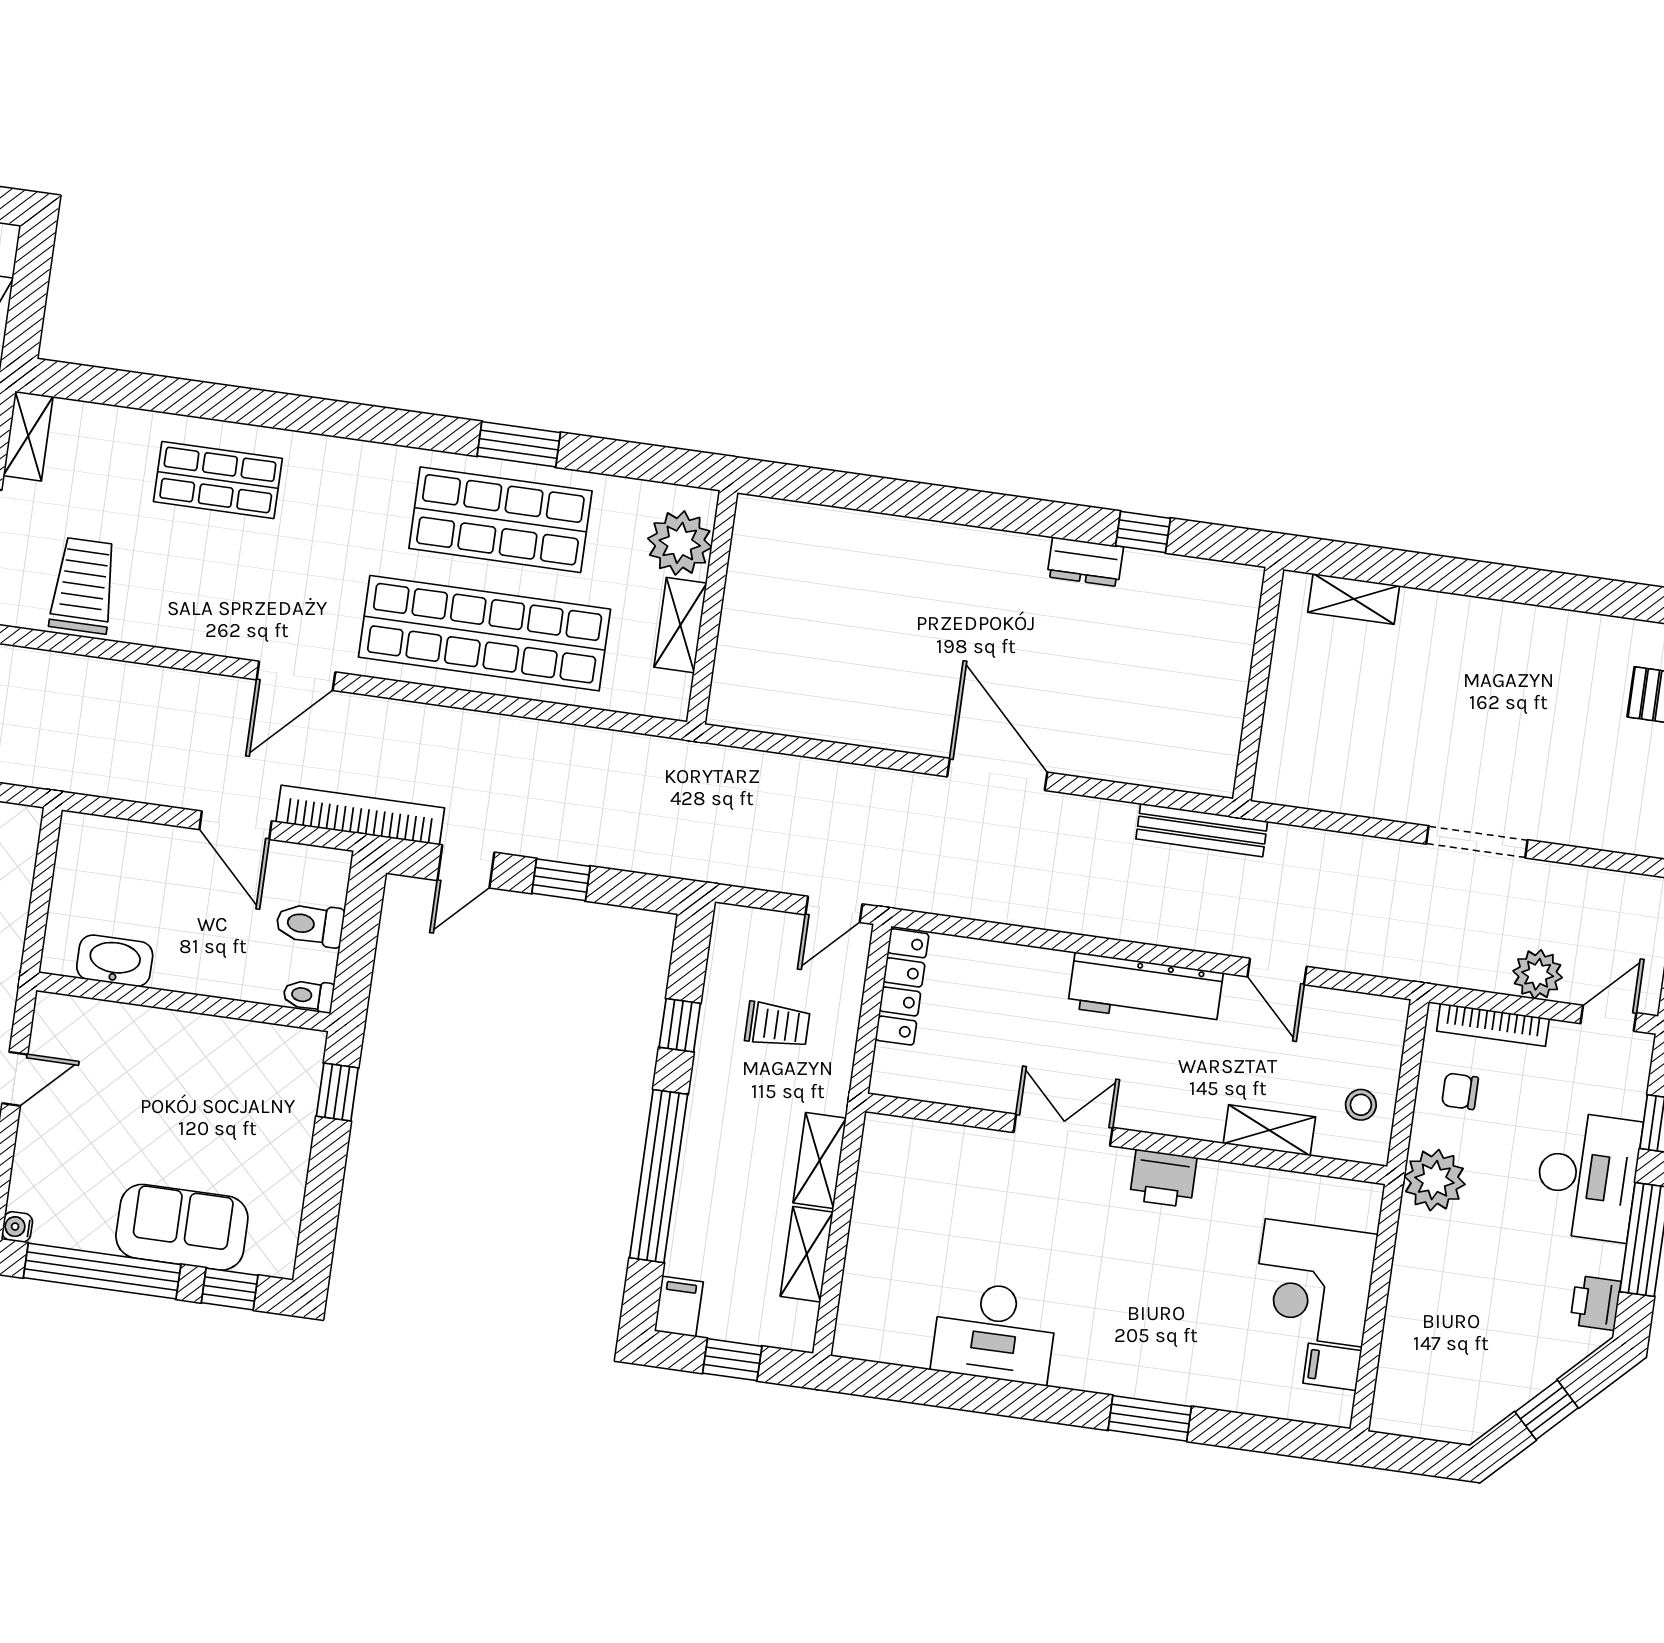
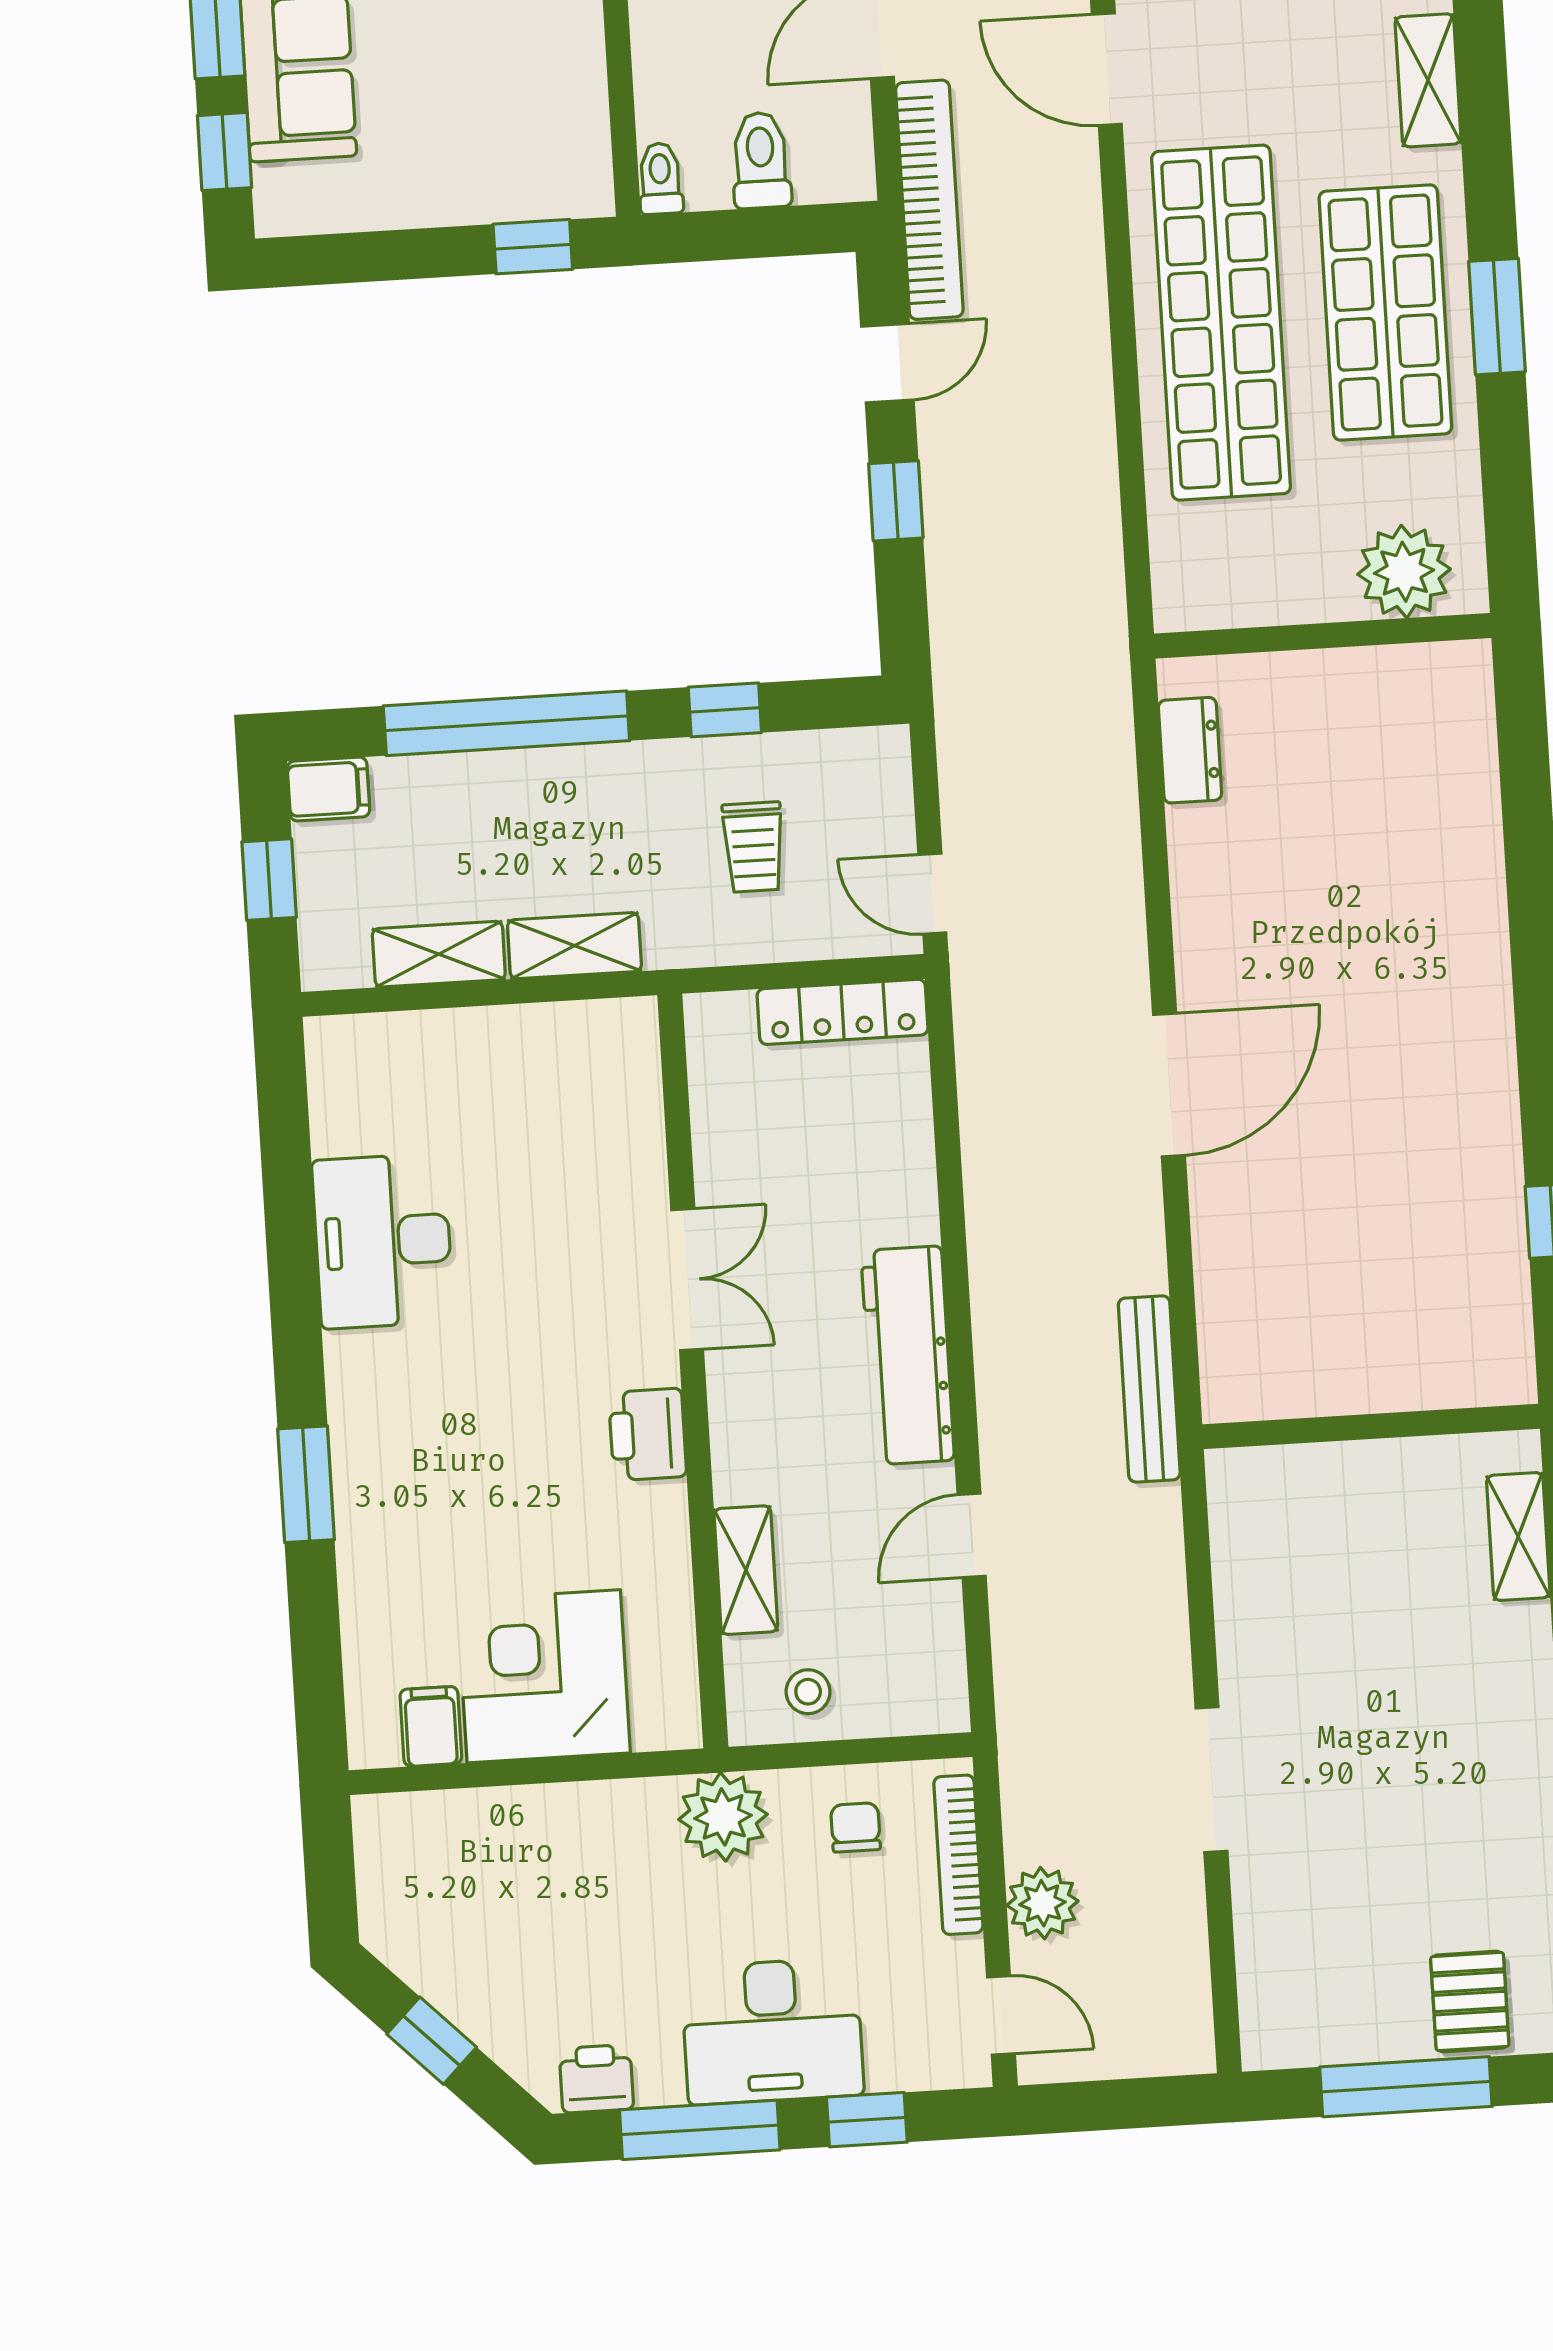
dresser: (1085, 562) -> (1190, 750), moved, turned 180
shelving: (680, 625) -> (1428, 80), moved, turned 90
door: (466, 866) -> (887, 363), swing flipped

